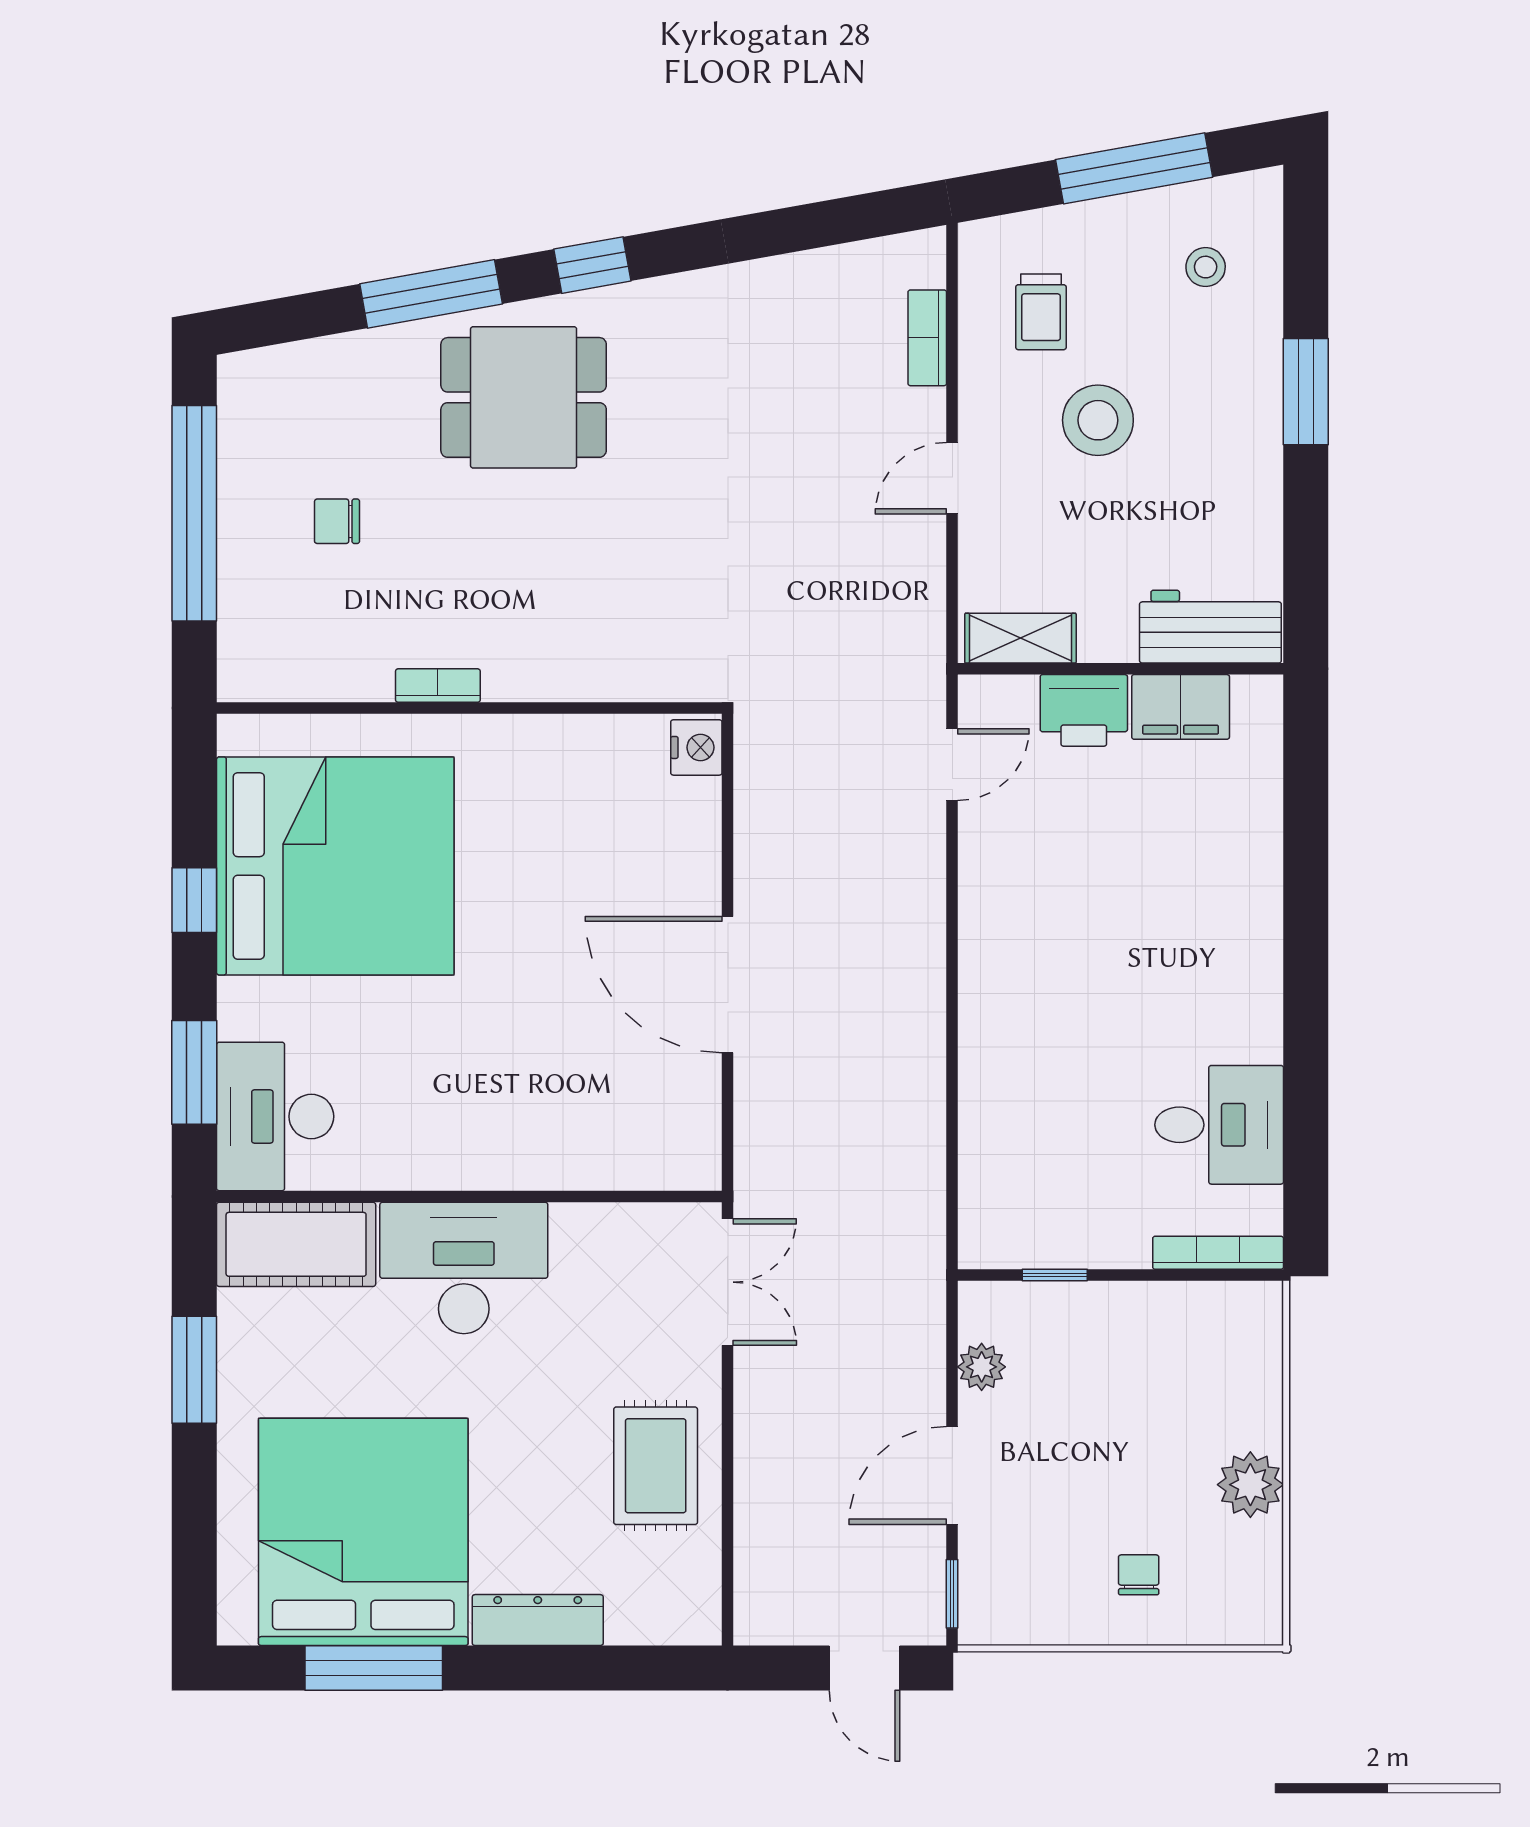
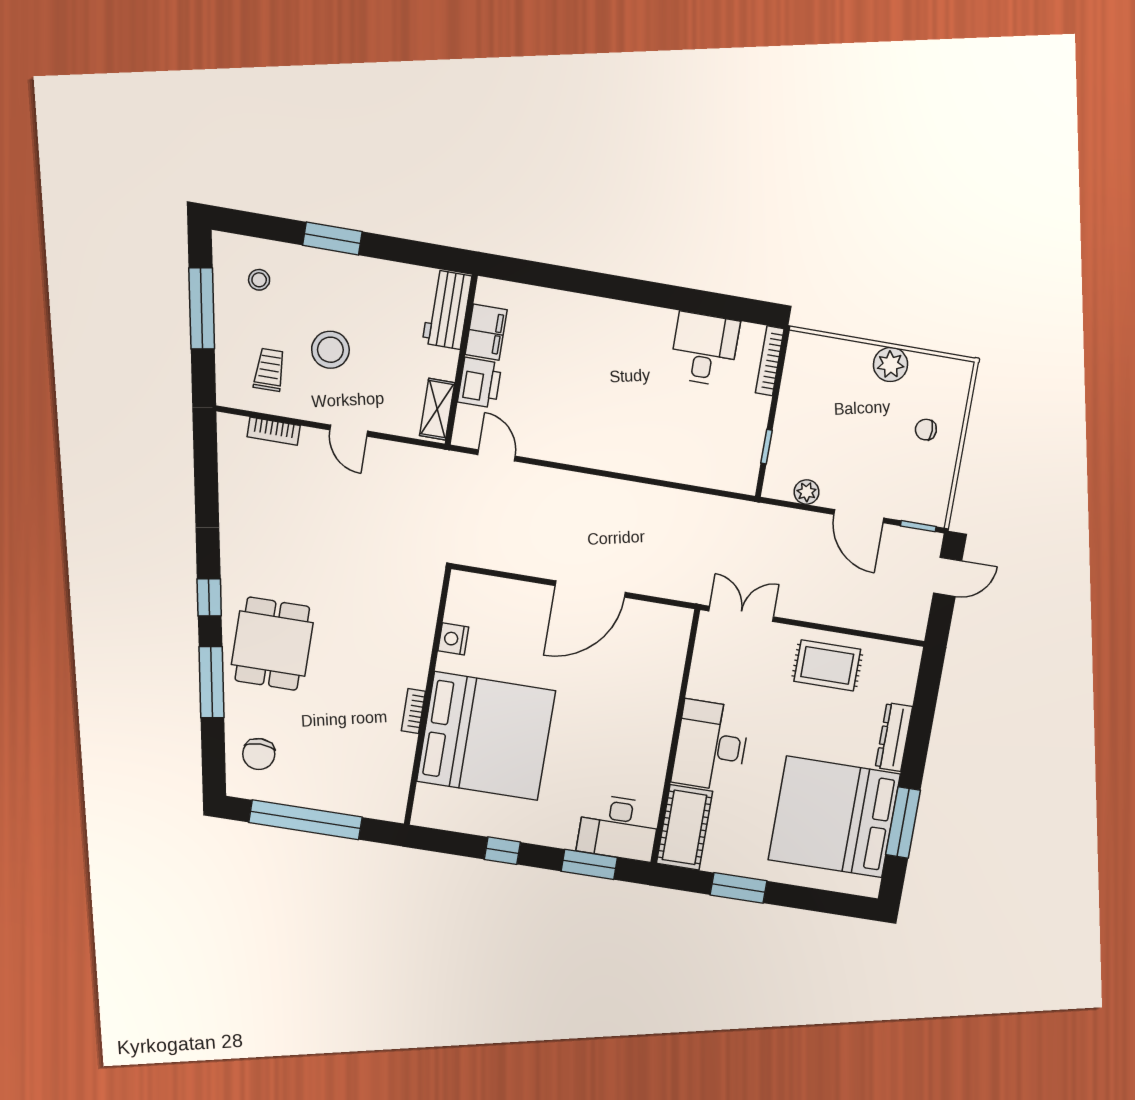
trolley: (1041, 312) -> (269, 370), turned -90
chair: (337, 521) -> (259, 754), moved, width x1.37, depth x1.37
nightstand: (696, 747) -> (453, 639), moved, turned -90
bed: (335, 866) -> (486, 736), moved, turned 90

